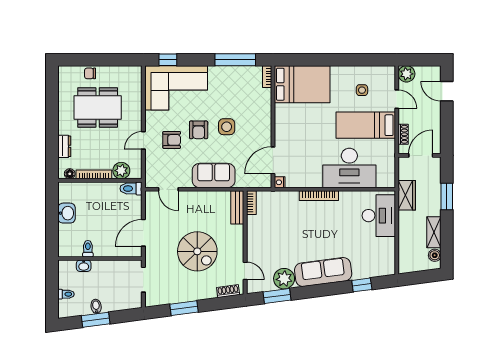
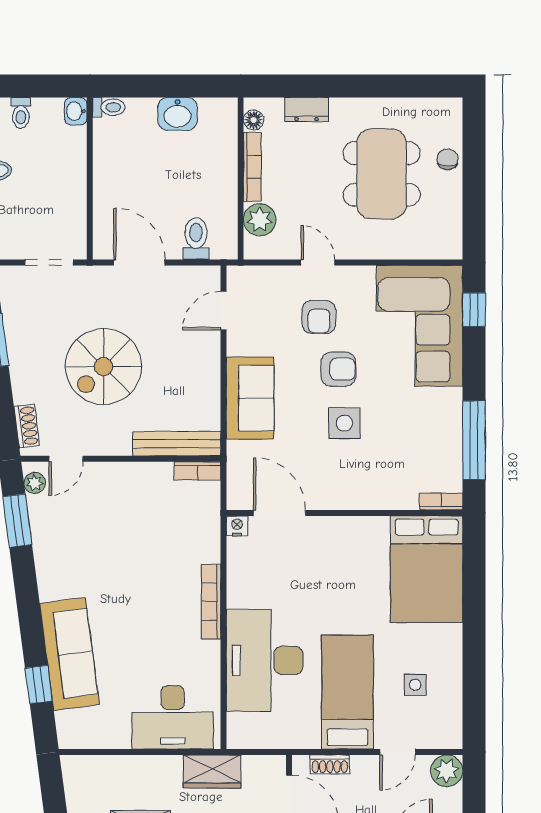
armchair: (199, 130) -> (338, 369), turned 180
toilet: (131, 189) -> (196, 239), moved
bench: (237, 207) -> (177, 444), width x1.36
toilet: (88, 249) -> (109, 107), moved
washbasin: (84, 266) -> (76, 111), moved
sofa: (323, 272) -> (69, 654), moved
plant: (284, 279) -> (35, 483), moved, width x0.53, depth x0.53

